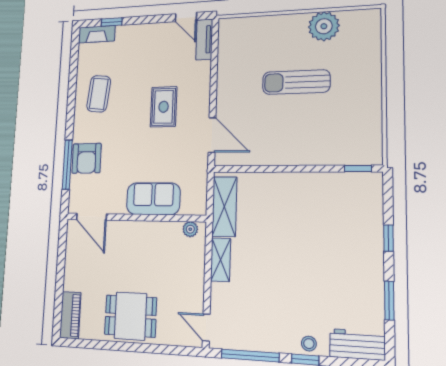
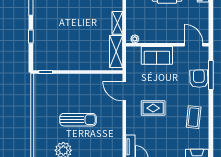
rug: (164, 107) -> (153, 108), turned 90

